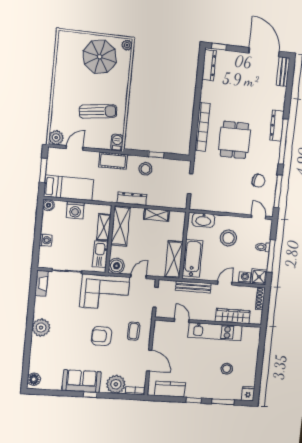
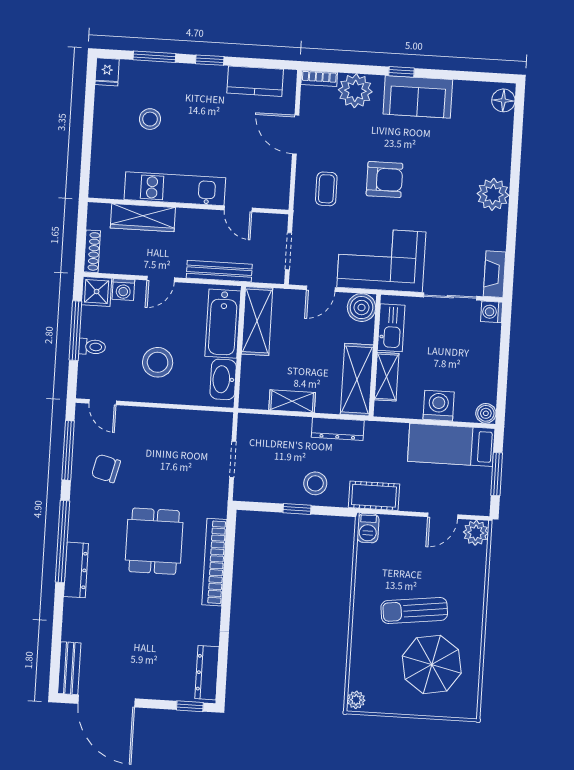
parasol: (100, 57) -> (432, 664), moved
sun lounger: (98, 111) -> (414, 610), moved
washbasin: (203, 220) -> (223, 379), moved, turned -90
washing machine: (46, 240) -> (492, 312), moved

